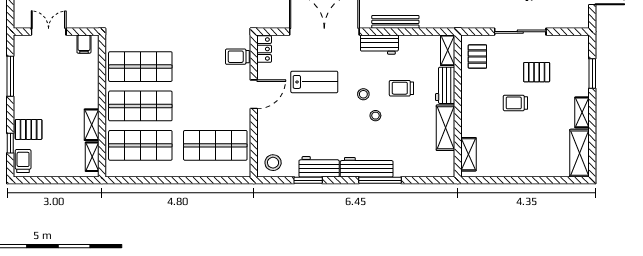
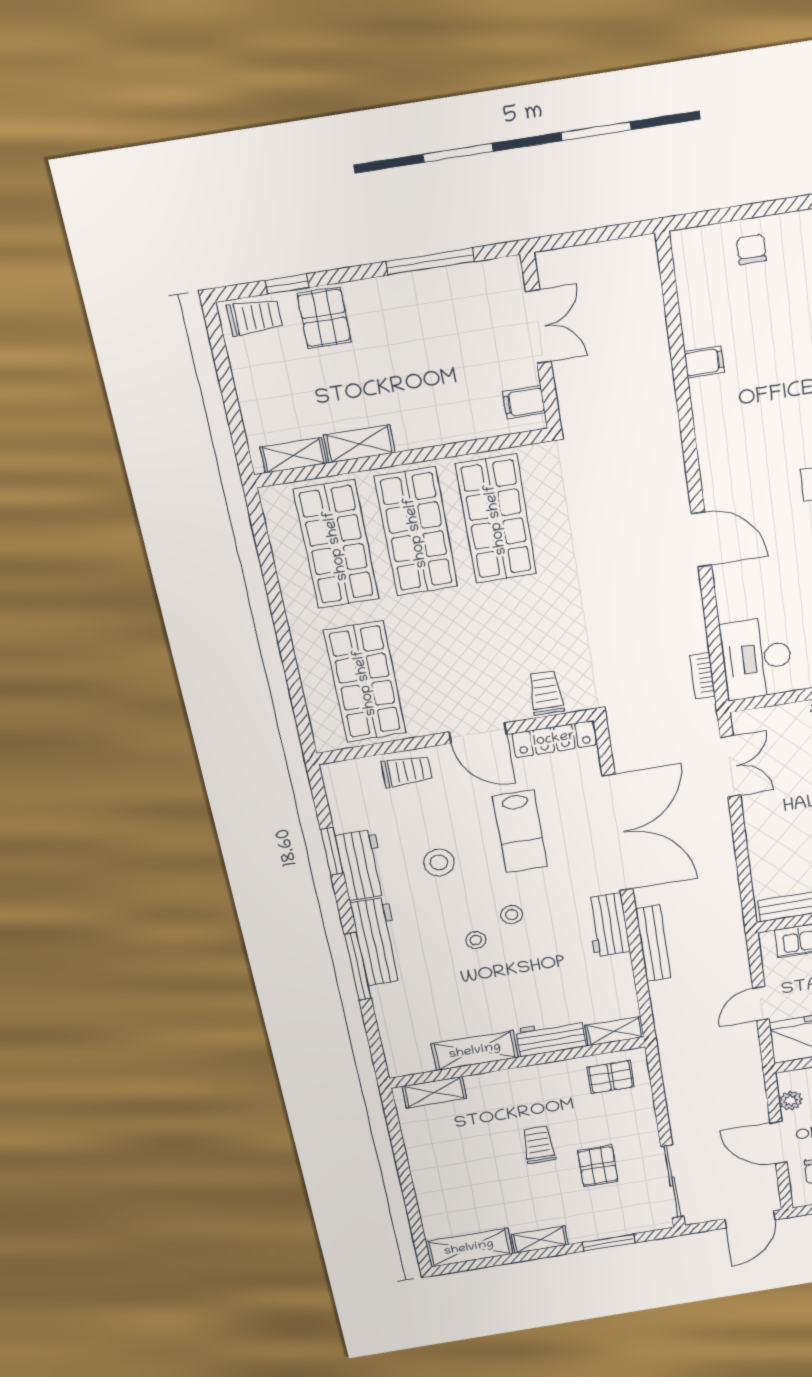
sliding door: (520, 32) -> (672, 1182), moved
locker: (264, 49) -> (554, 739), width x1.53
trolley: (401, 88) -> (407, 771), moved, turned 90
stool: (273, 163) -> (439, 863), moved

